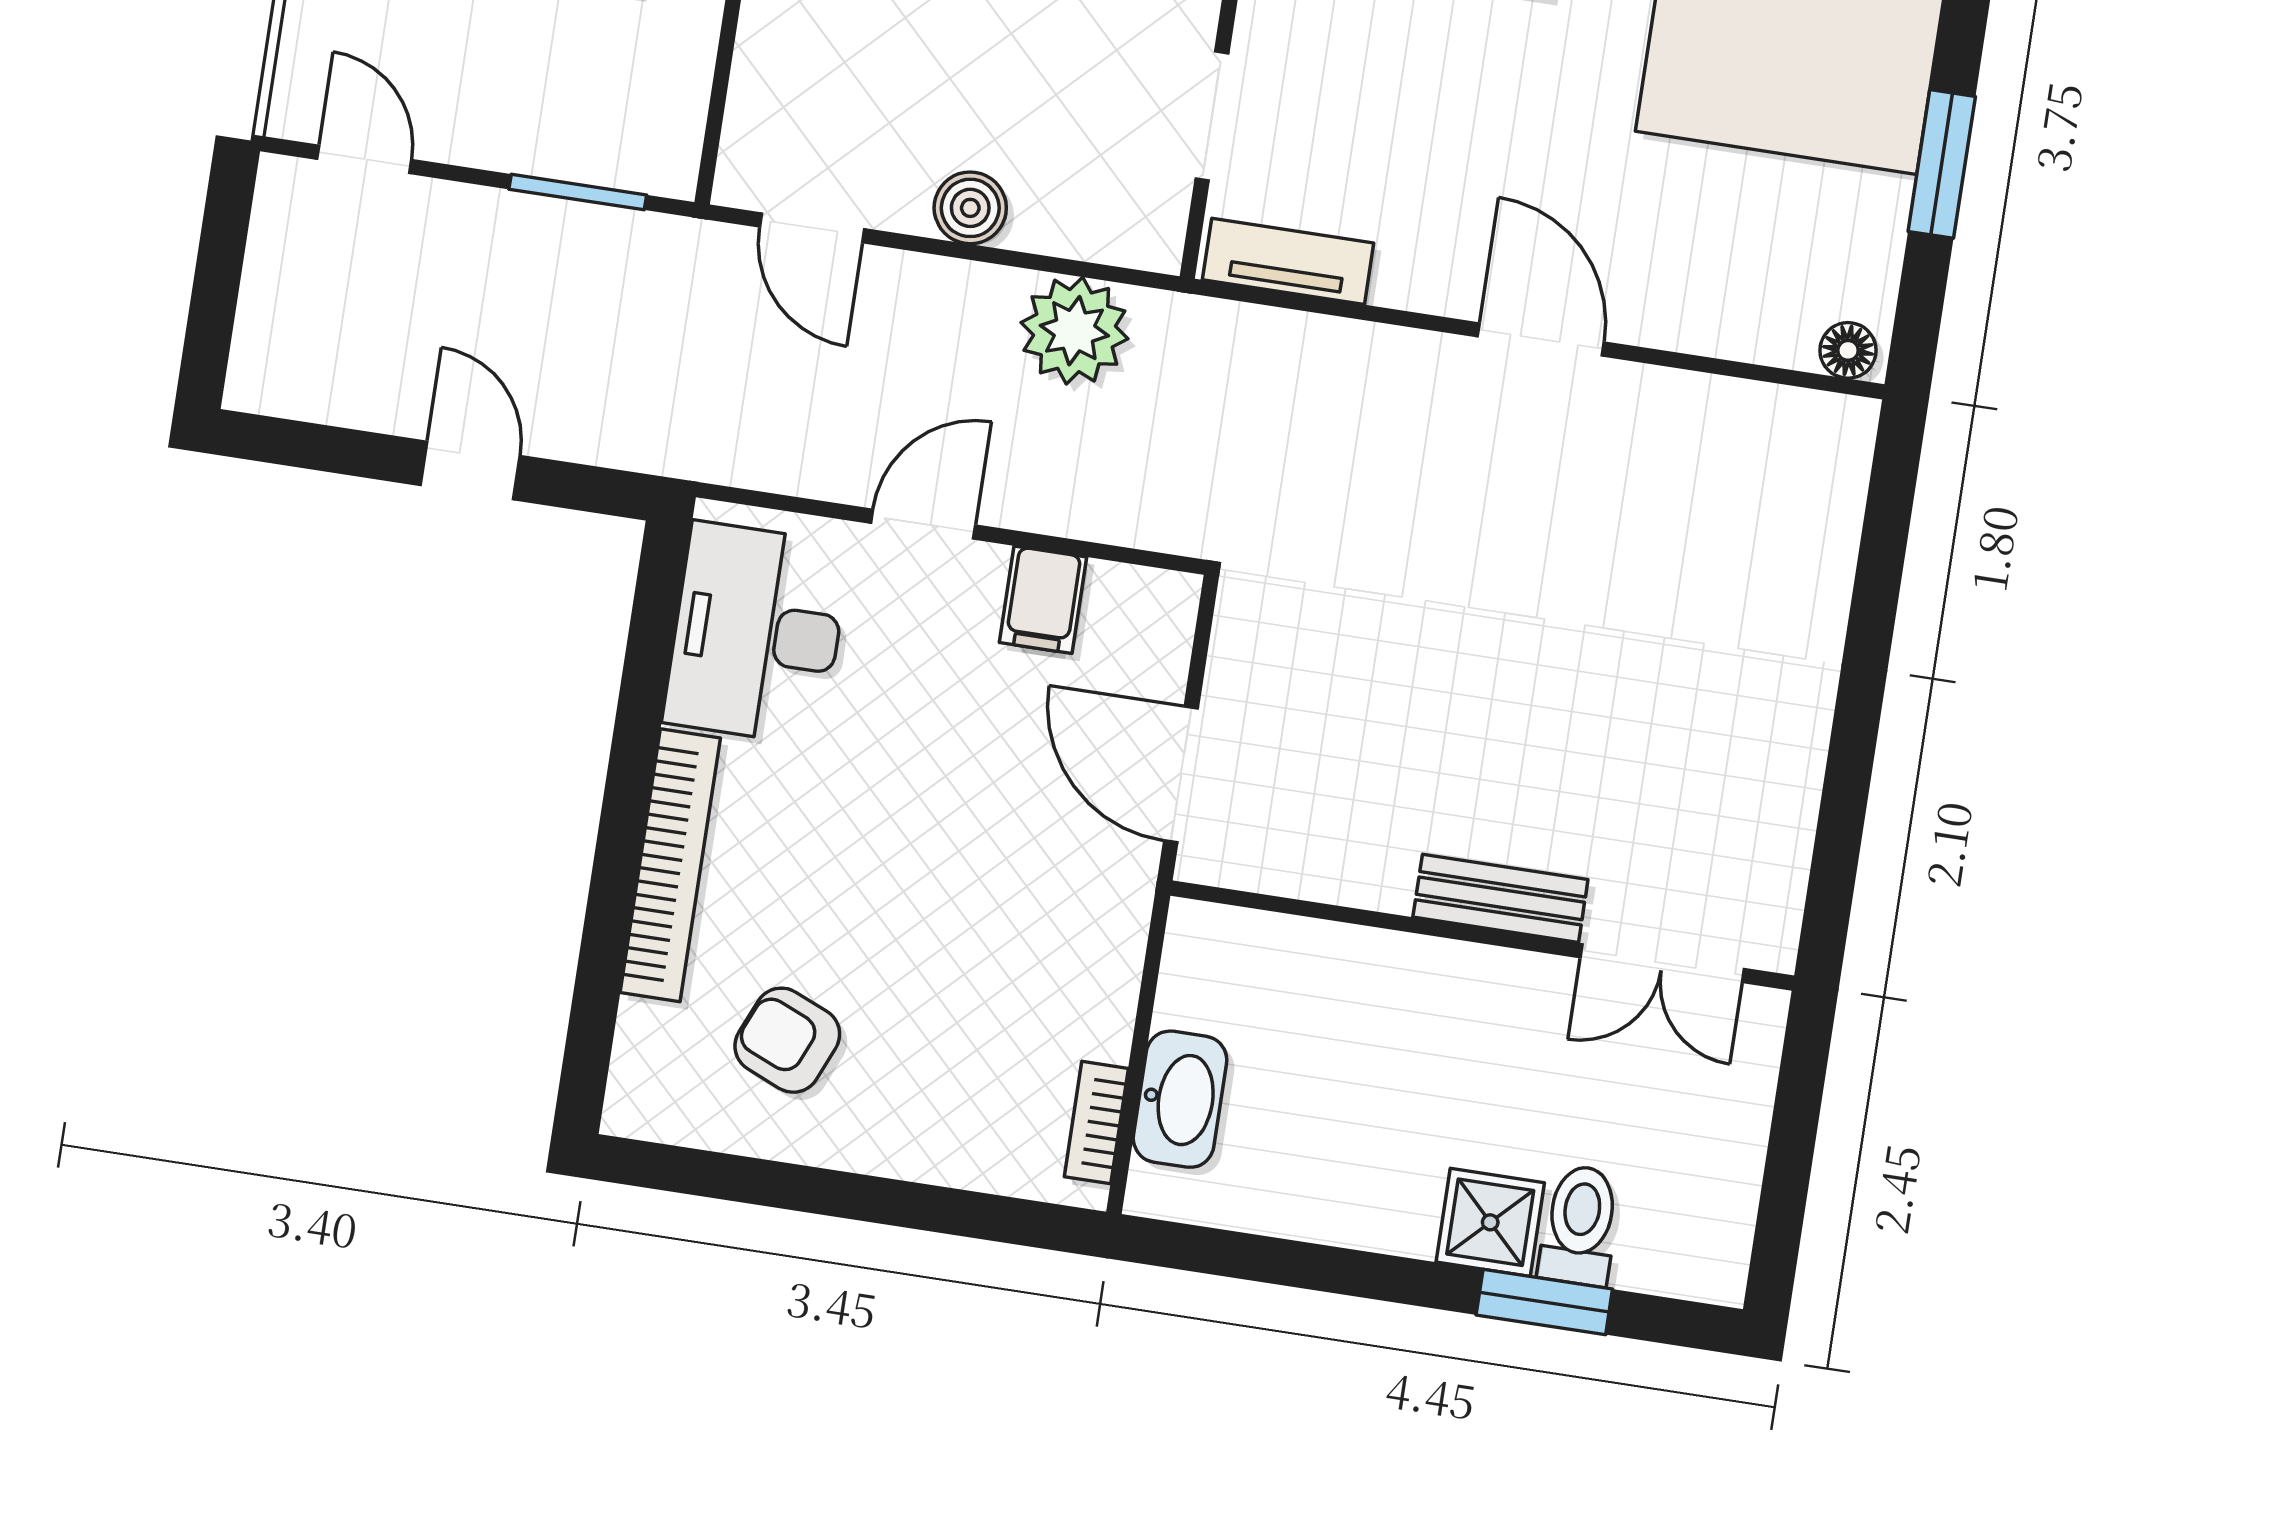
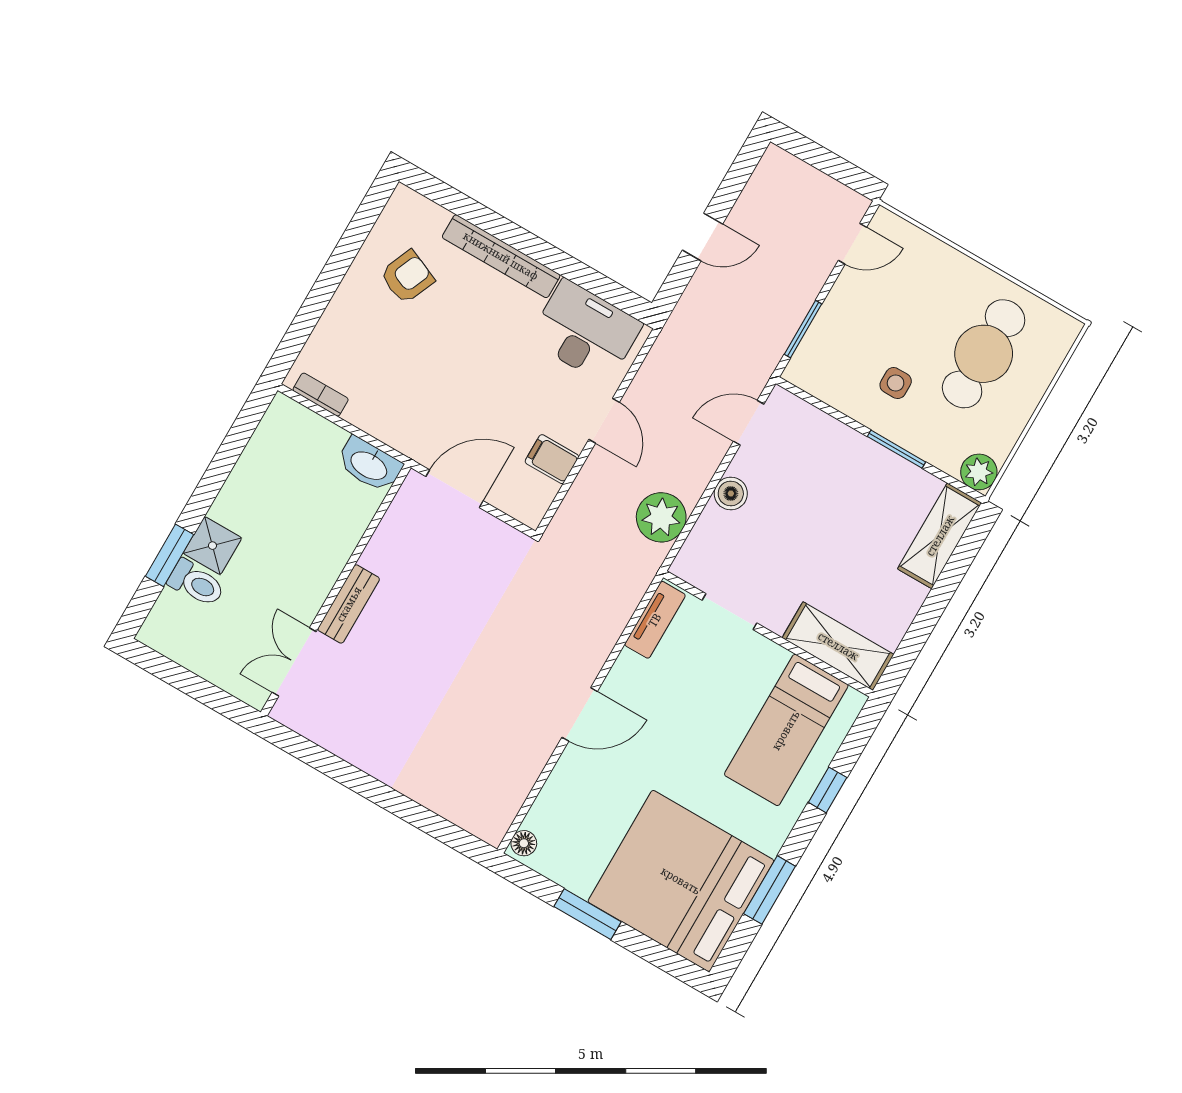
washbasin: (1180, 1099) -> (369, 465), moved

